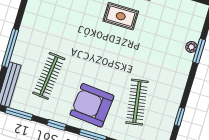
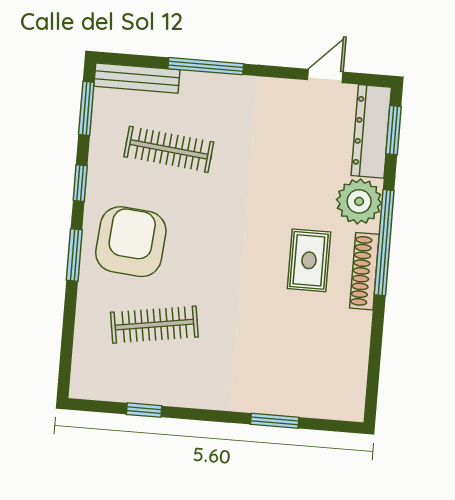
plant: (191, 47) -> (279, 405), removed

